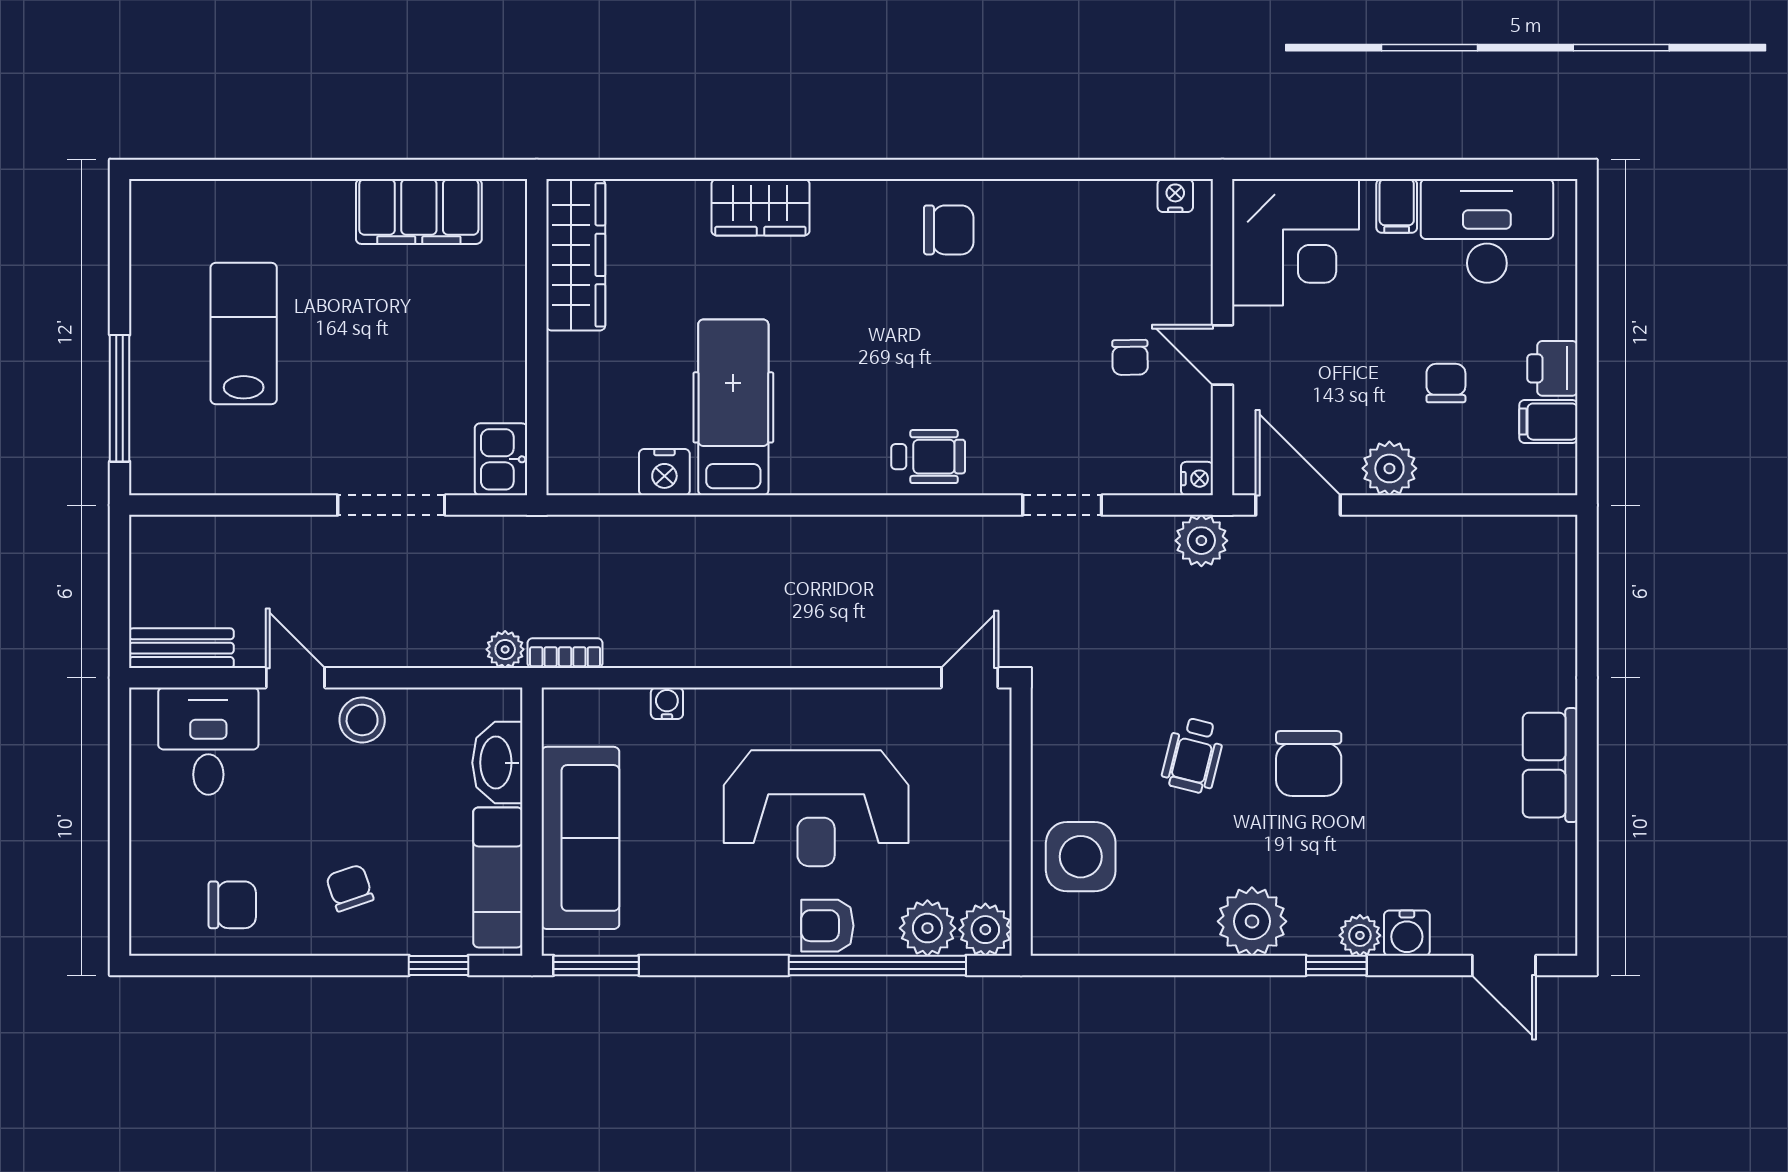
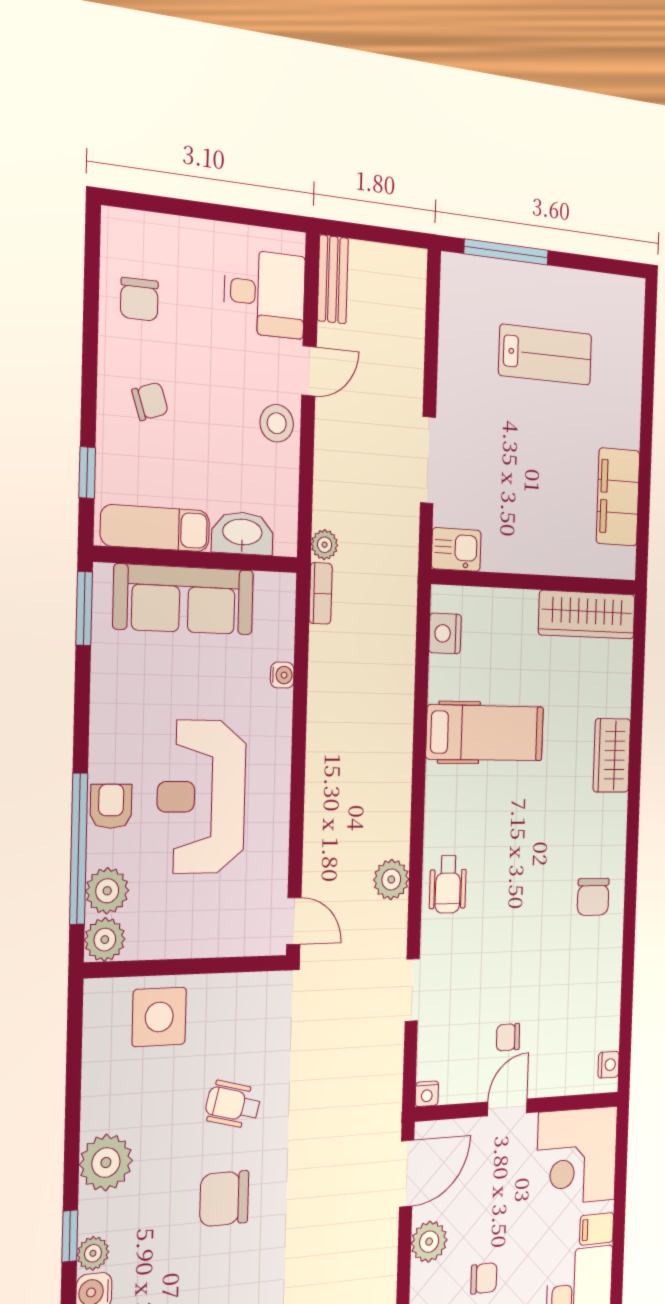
nightstand: (664, 472) -> (445, 633), moved
plant: (1201, 541) -> (391, 880), moved

